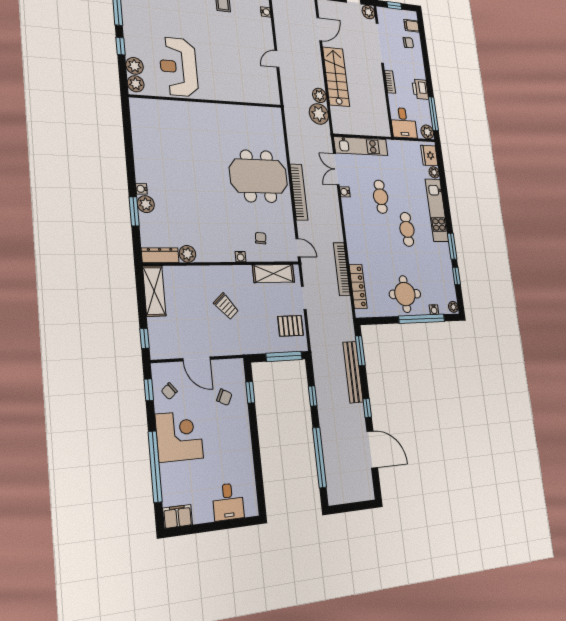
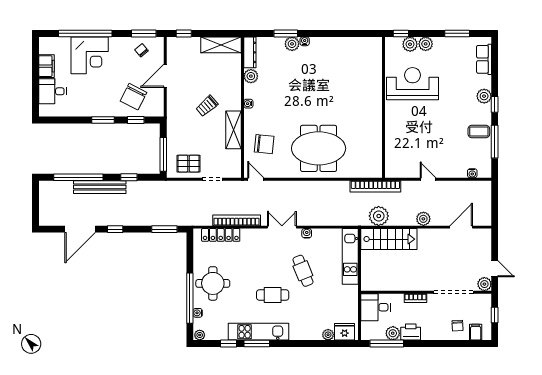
door: (319, 29) -> (461, 227), swing flipped
window: (121, 46) -> (401, 33), moved
stairs: (336, 77) -> (389, 239), moved
plant: (136, 84) -> (426, 44), moved
plant: (319, 95) -> (423, 219), moved
plant: (427, 132) -> (393, 333), moved
double door: (336, 169) -> (282, 227), moved
meeting table: (259, 176) -> (319, 148), turned 90
bookcase: (299, 192) -> (375, 186), moved
cafe table: (381, 197) -> (303, 271), turned 68
kitchen unit: (437, 210) -> (258, 332), moved
chair: (261, 238) -> (264, 144), width x1.87, depth x1.87
door: (298, 248) -> (256, 179), swing flipped
water cooler: (241, 257) -> (248, 104), moved
shelving: (274, 274) -> (233, 130), moved
pallet: (291, 326) -> (189, 164), turned 90
bench: (353, 372) -> (100, 187), moved
window: (149, 390) -> (144, 33), width x1.50
chair: (224, 397) -> (134, 97), width x1.87, depth x1.87
window: (254, 433) -> (103, 120), added
corner desk: (179, 436) -> (90, 55), moved
filing cabinet: (178, 516) -> (46, 66), moved

